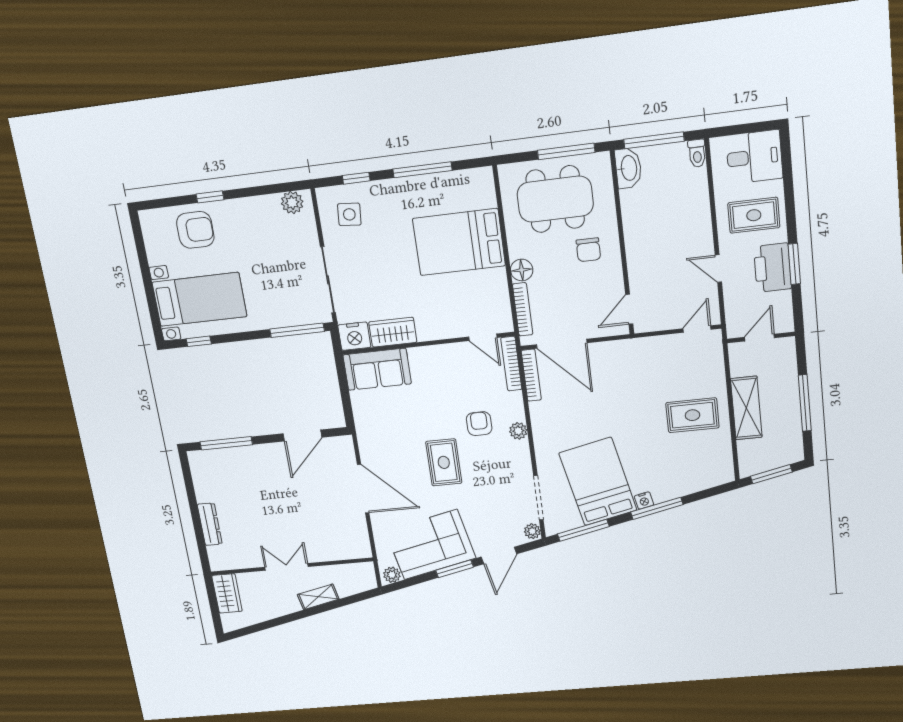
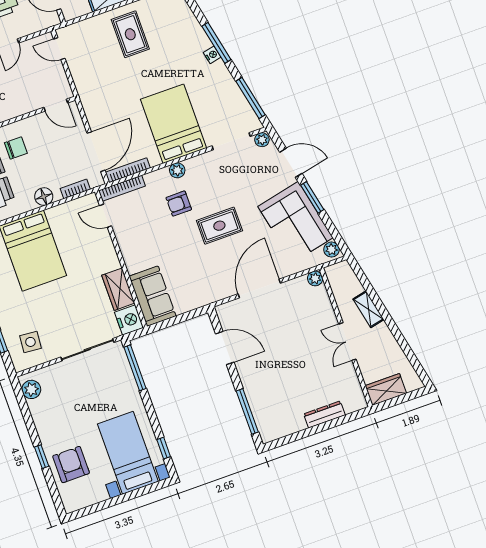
bookcase: (523, 309) -> (75, 189), width x0.64
door: (483, 337) -> (106, 216), swing flipped
bed: (598, 482) -> (173, 124), moved, turned 102
plant: (363, 550) -> (315, 278), added

